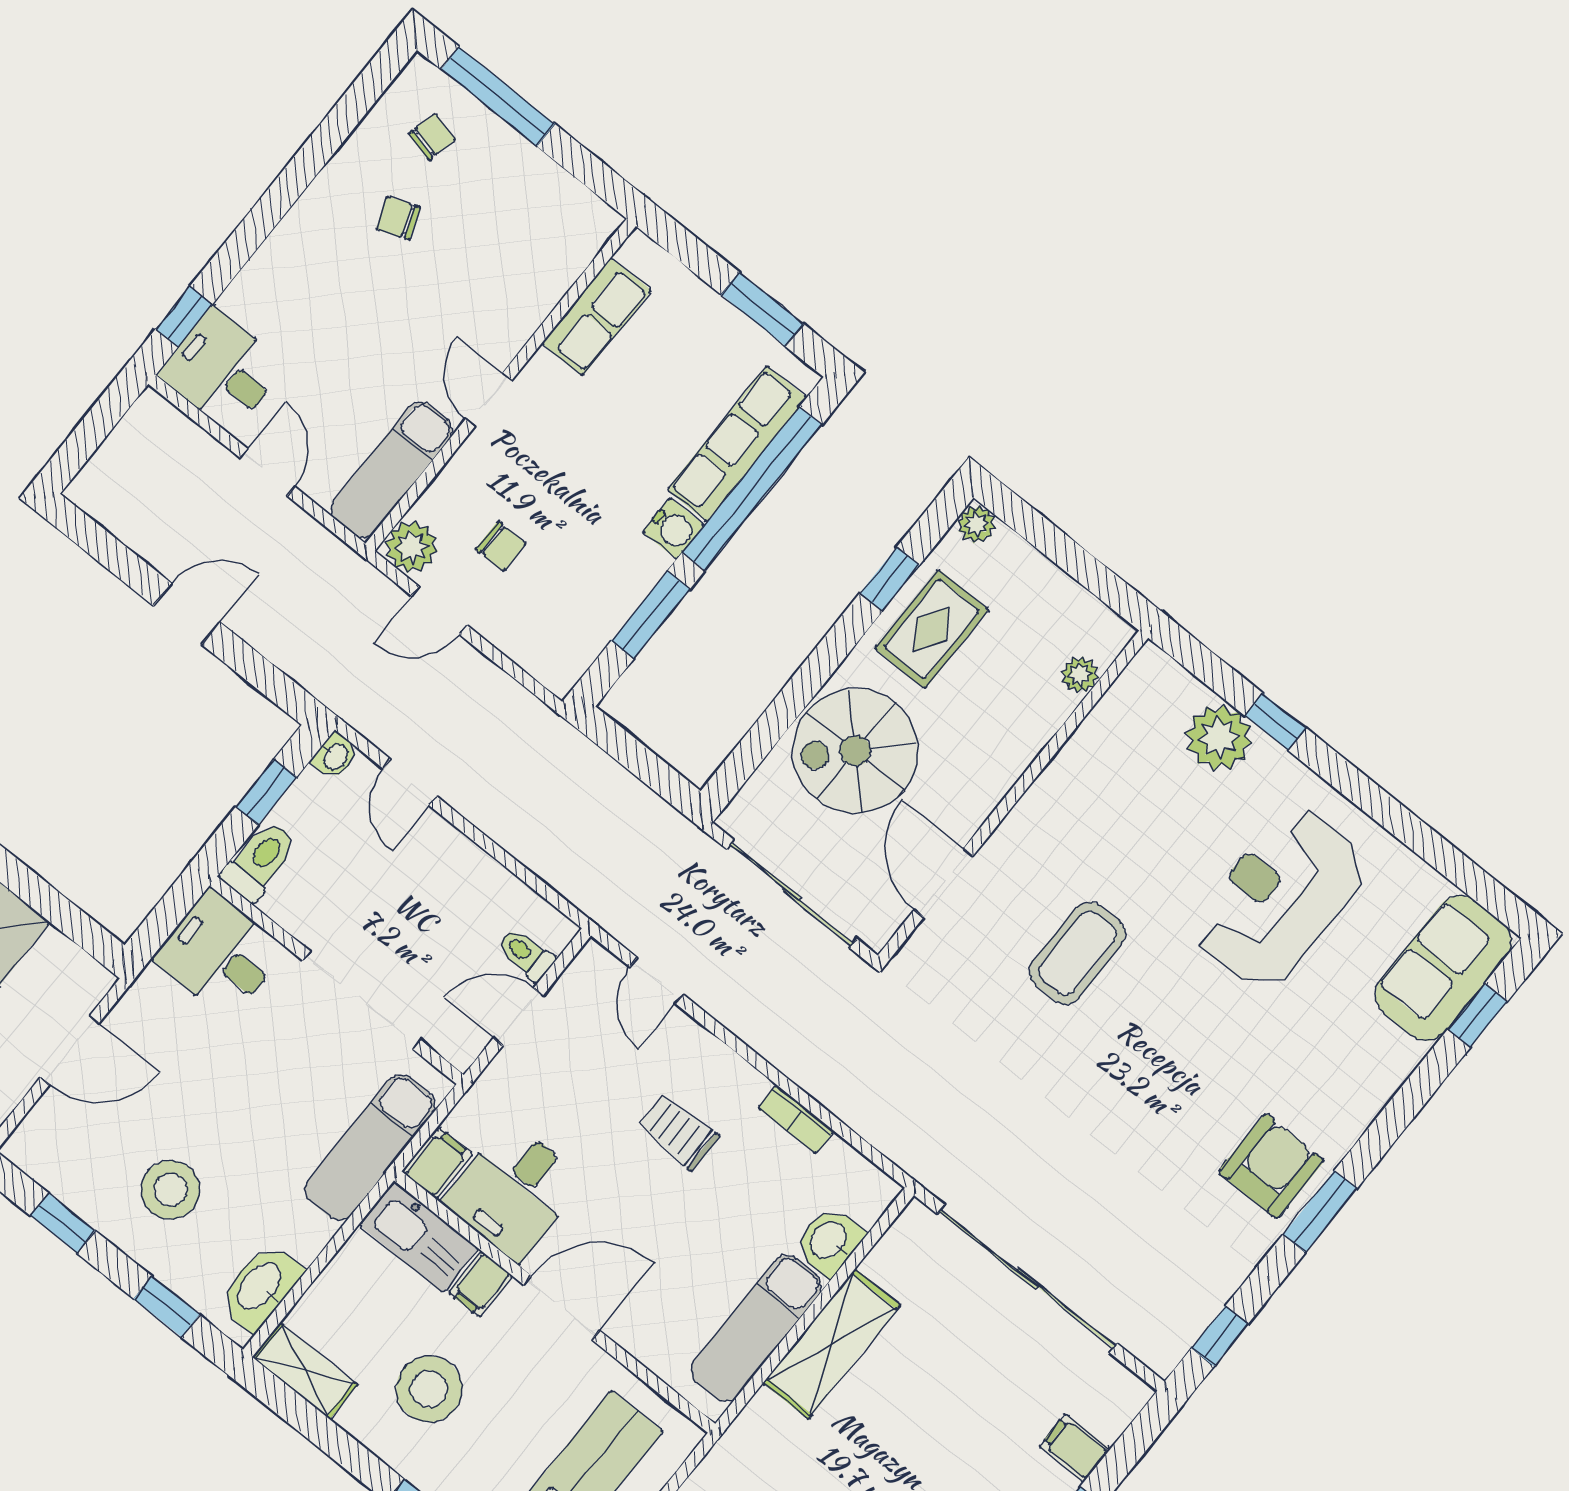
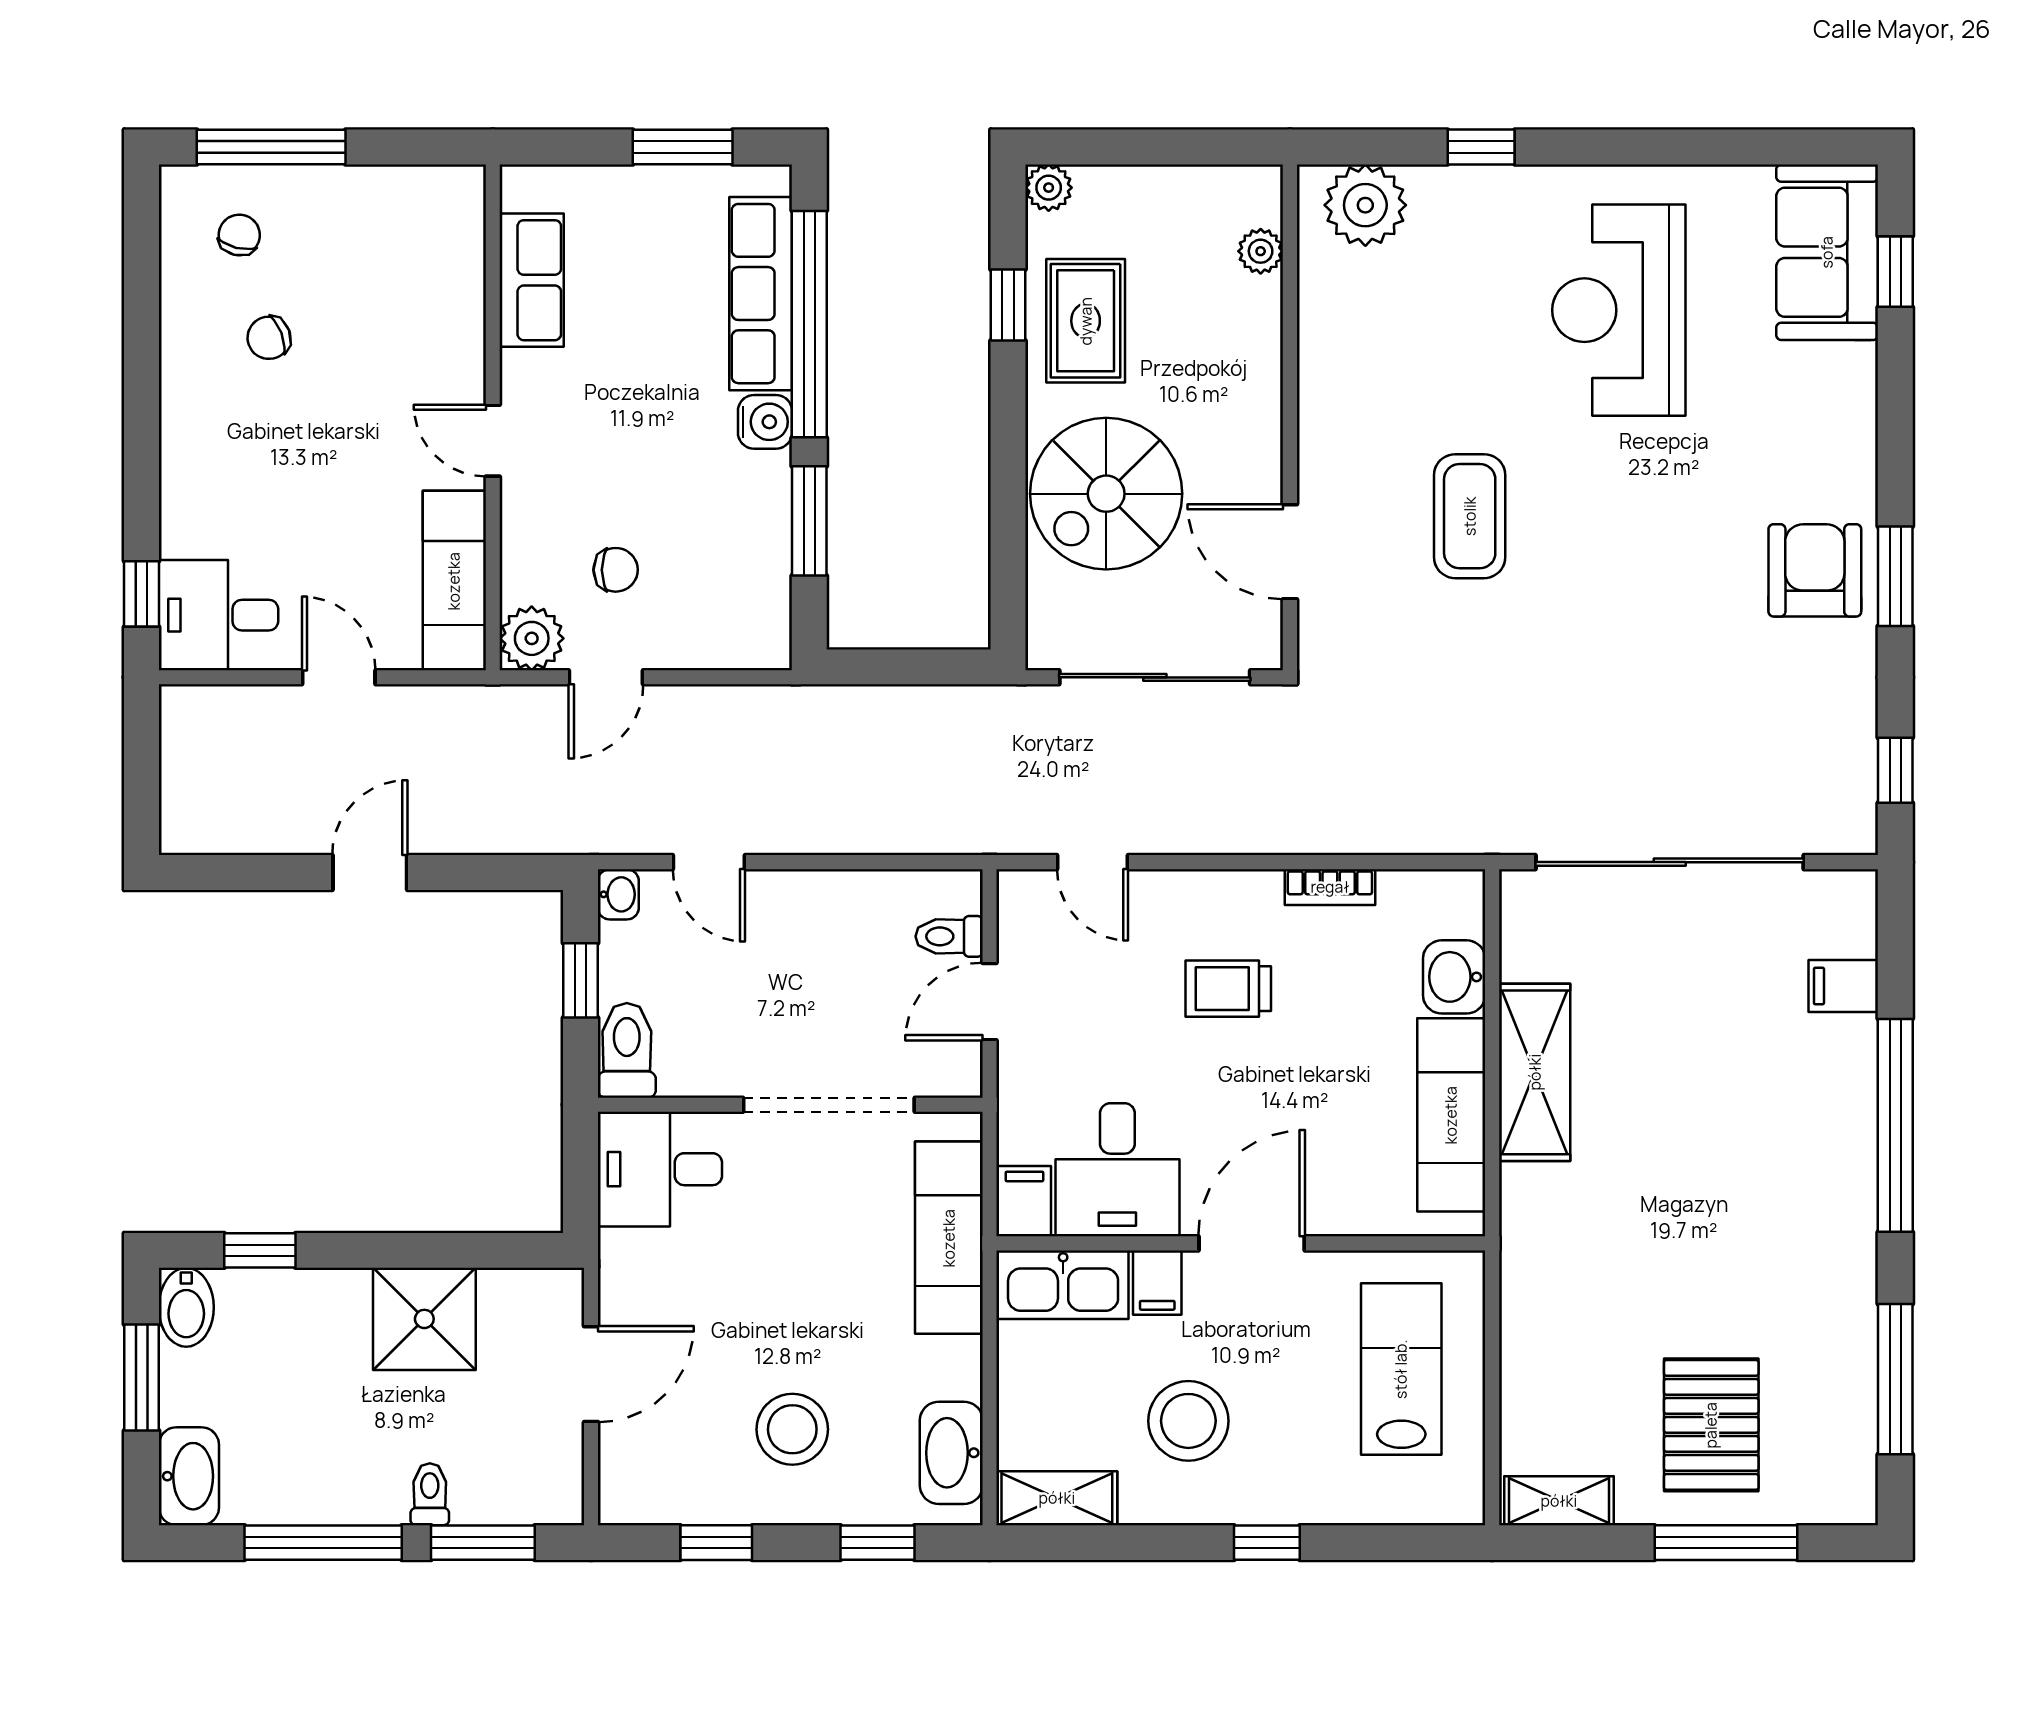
plant: (1219, 738) -> (1365, 205), moved

